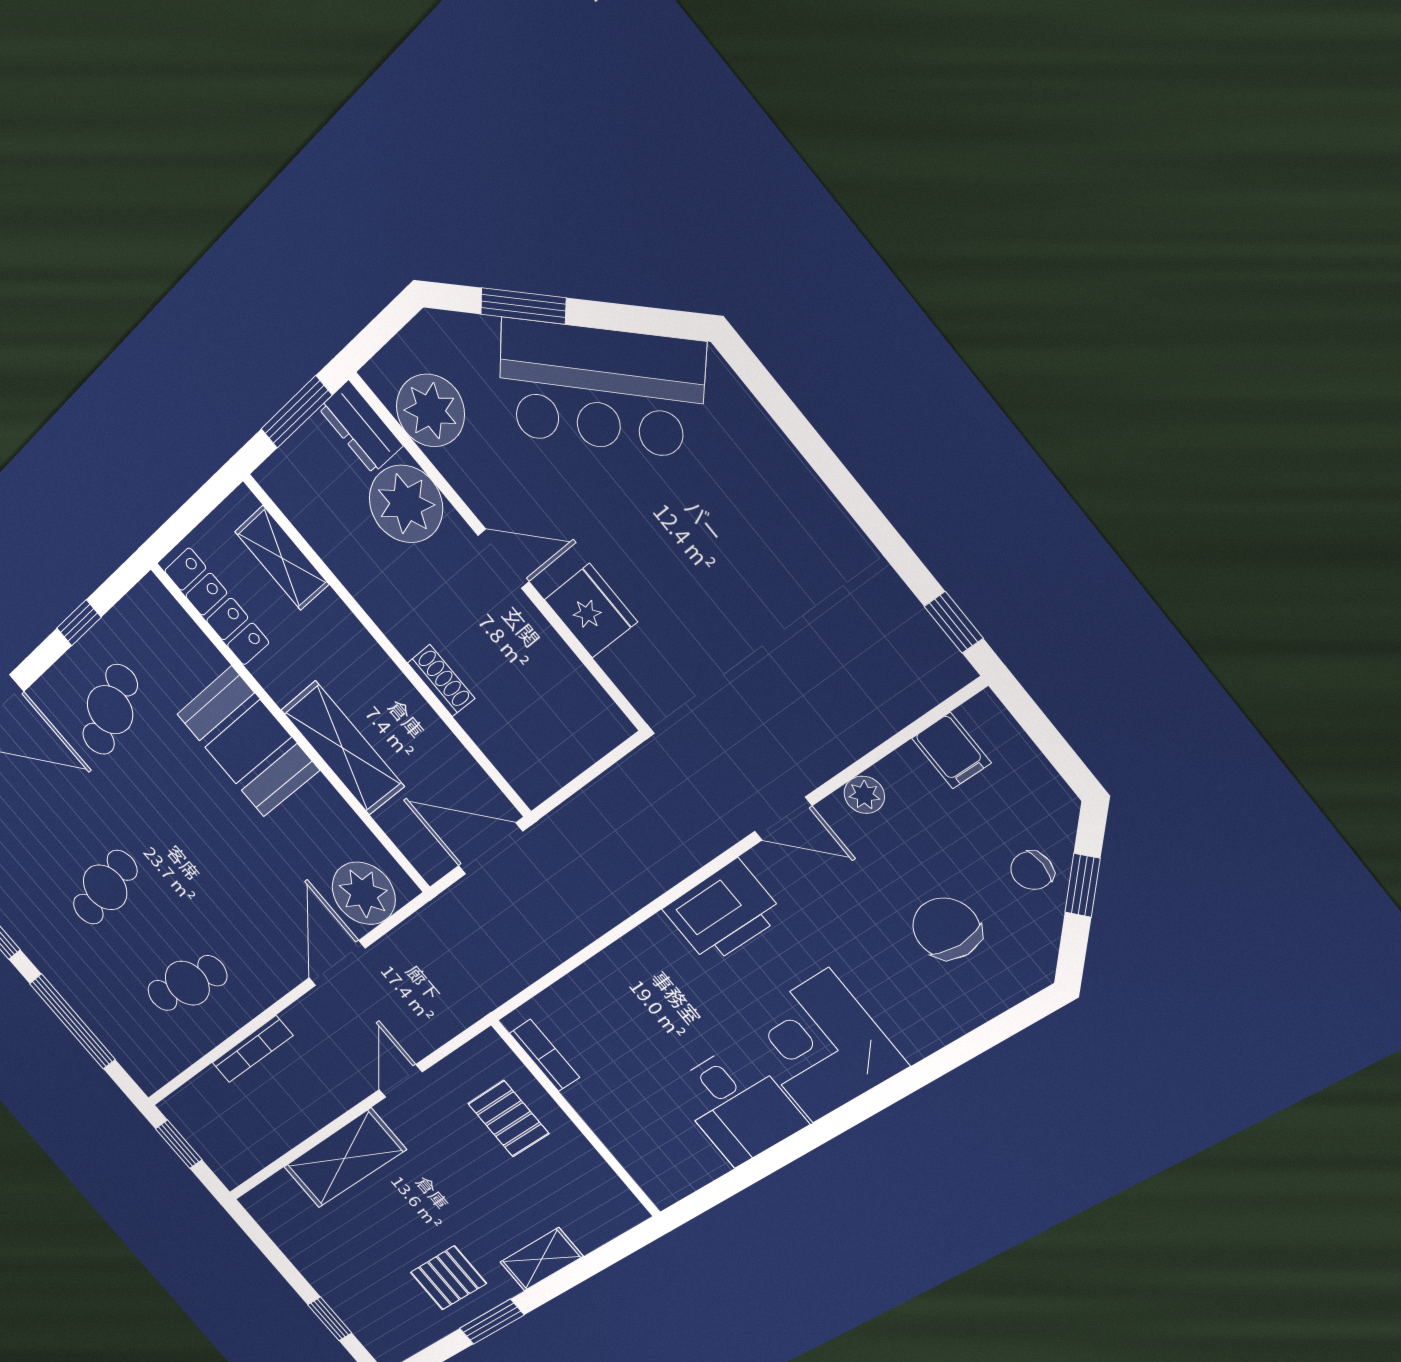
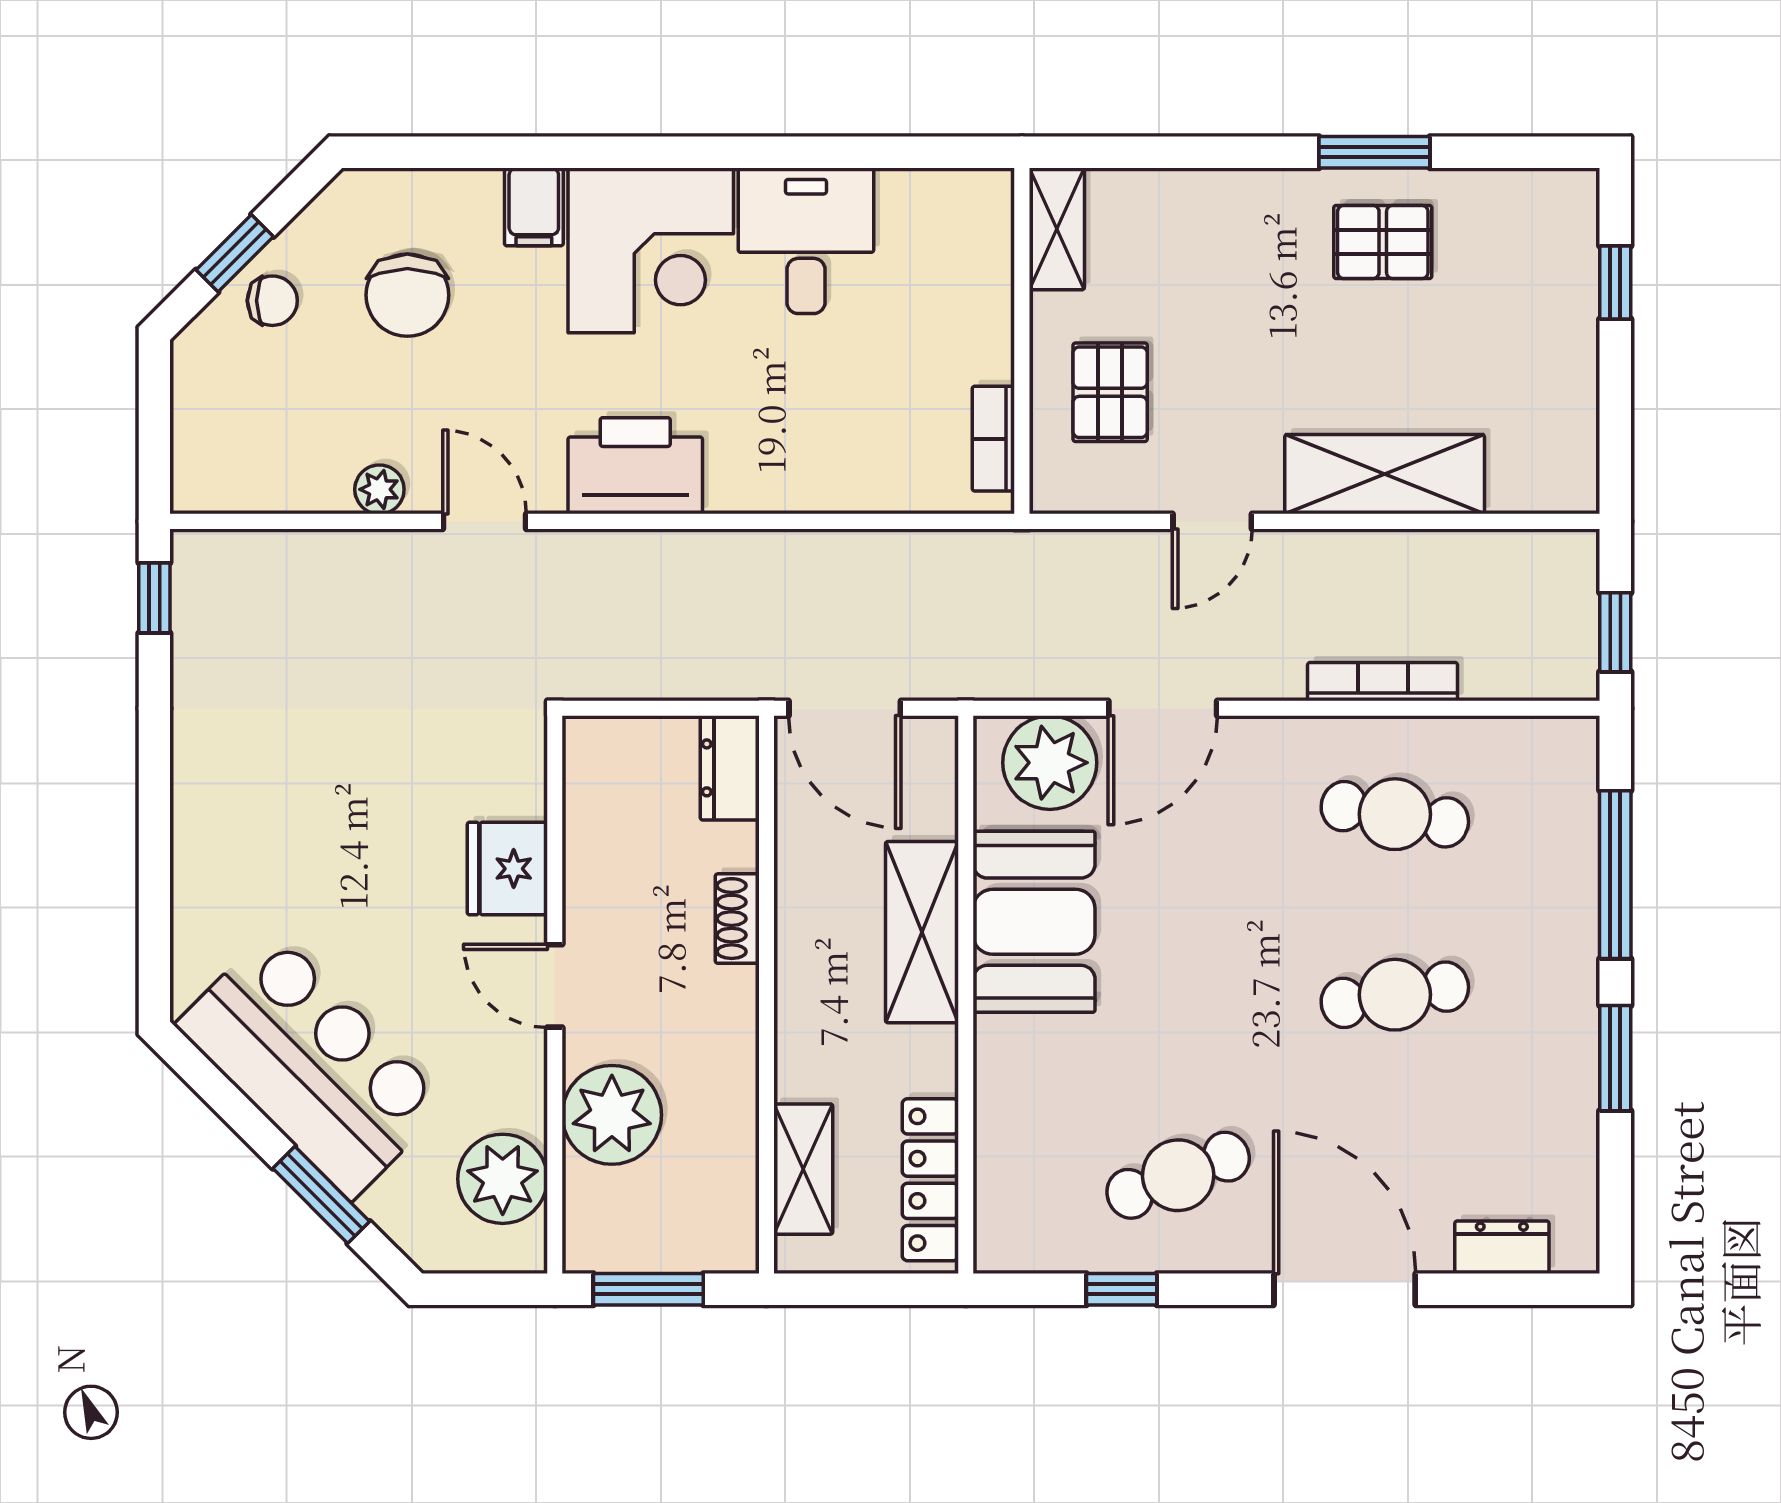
dresser: (361, 427) -> (730, 768), moved, turned 180
booth: (248, 742) -> (1034, 922), moved
filing cabinet: (951, 751) -> (534, 207), moved, turned 180
shelving: (541, 1259) -> (1057, 229), moved, turned 90

